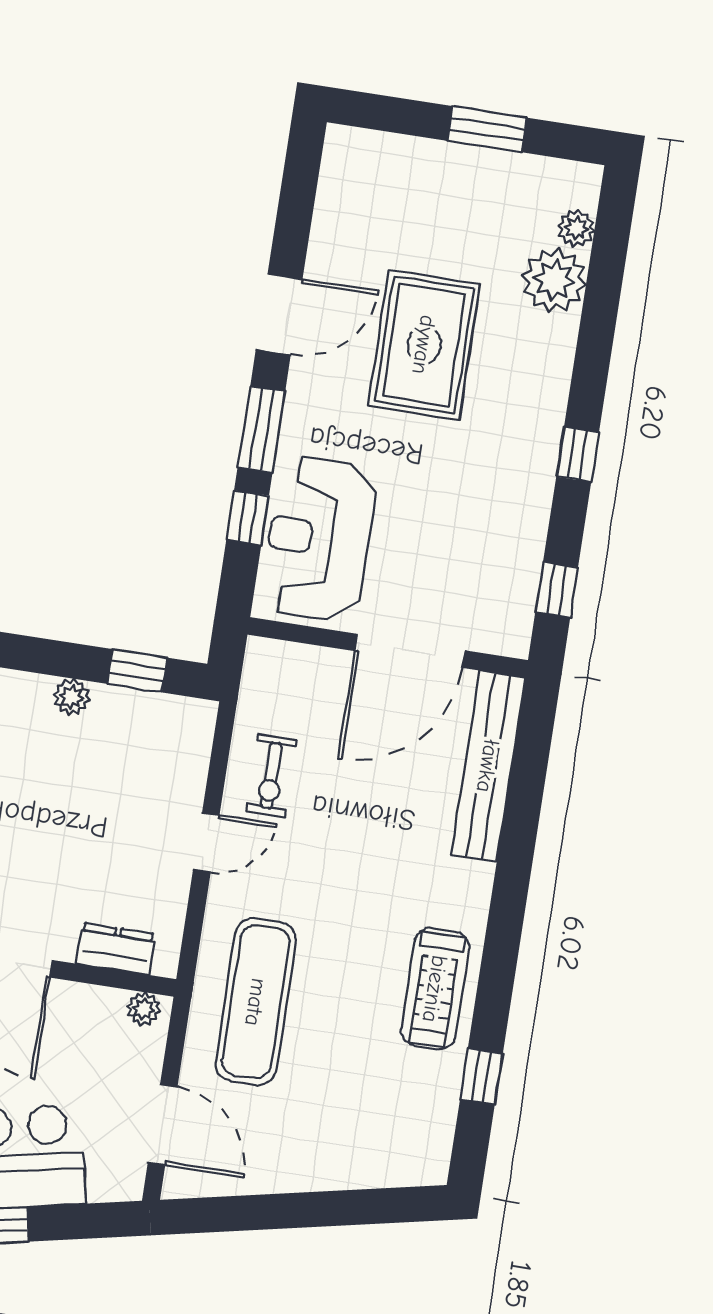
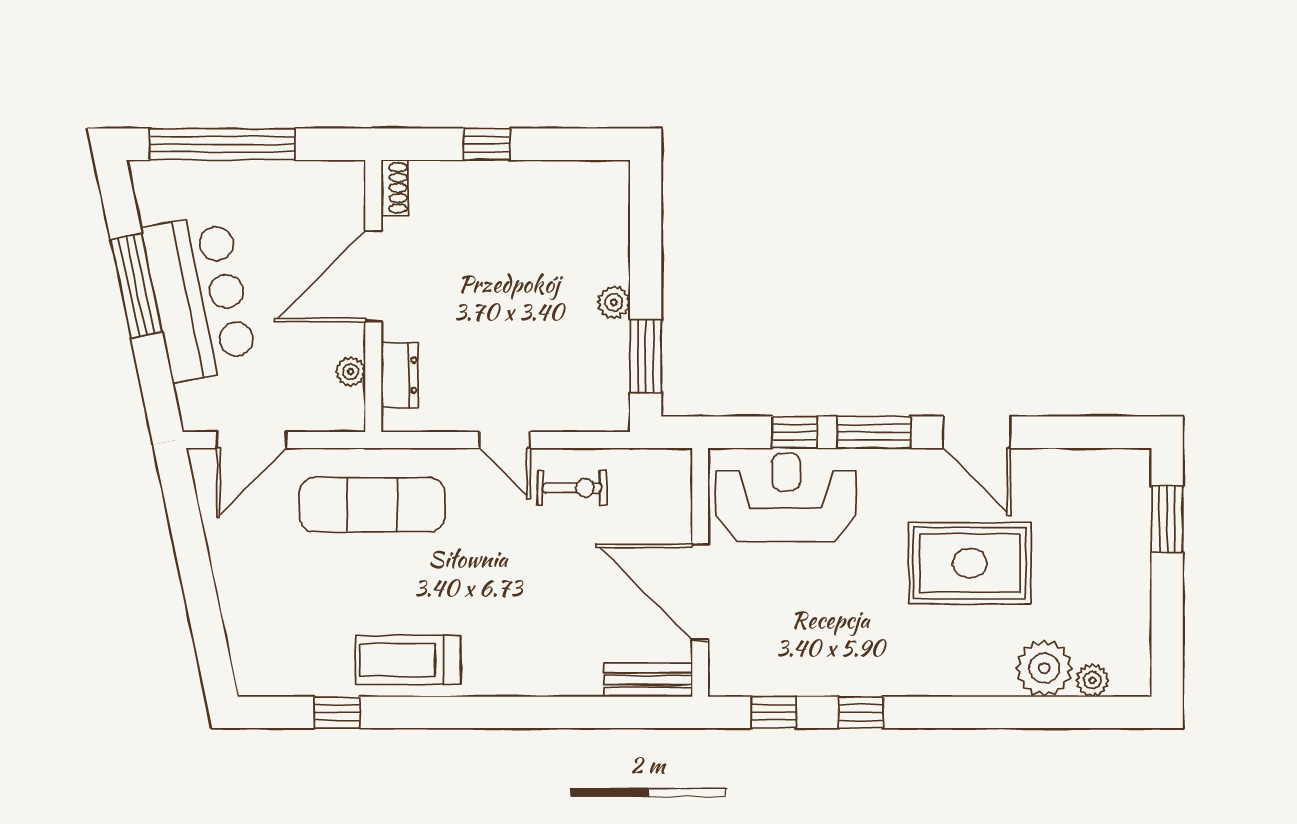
window: (487, 129) -> (1167, 519), moved
window: (578, 454) -> (861, 712), moved
window: (137, 671) -> (646, 356), width x1.50
bench: (488, 766) -> (648, 680), width x0.54, depth x0.82
exercise bike: (271, 776) -> (572, 488), turned 180
plant: (144, 1009) -> (351, 372), moved

